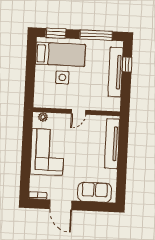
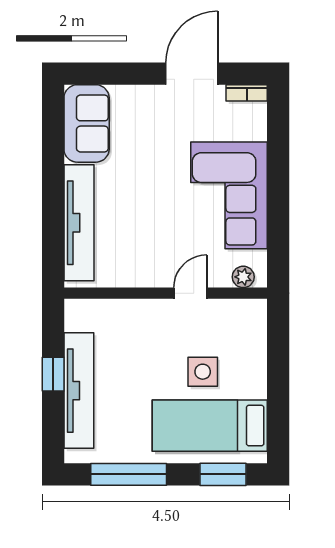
window: (127, 65) -> (53, 374), moved
door: (79, 112) -> (190, 293), moved
sofa: (95, 192) -> (87, 123), moved, turned -90
door: (61, 205) -> (192, 74), hinge flipped

